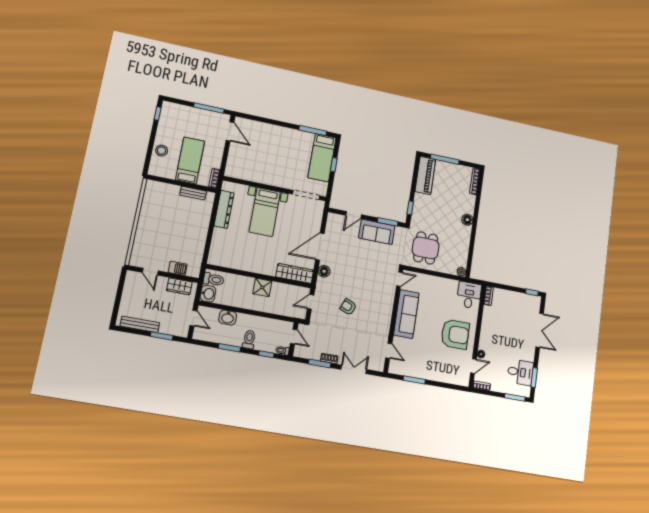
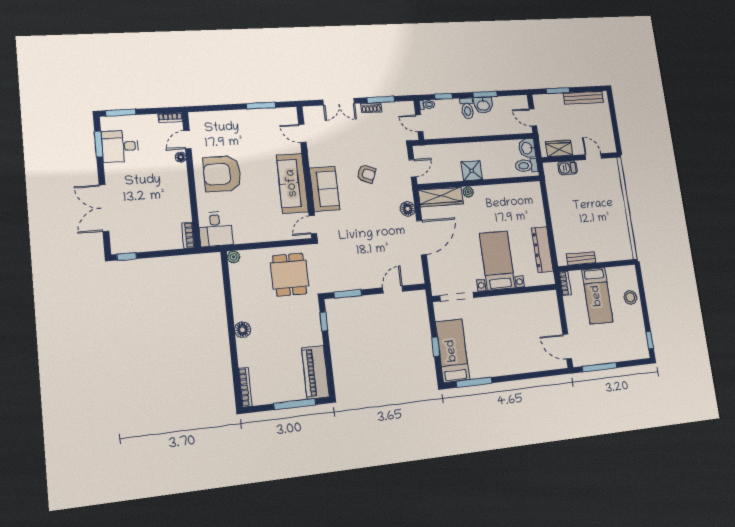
sofa: (377, 232) -> (325, 189), moved, turned 90
plant: (271, 271) -> (468, 192), added
washbasin: (228, 318) -> (483, 105), moved, turned 180

